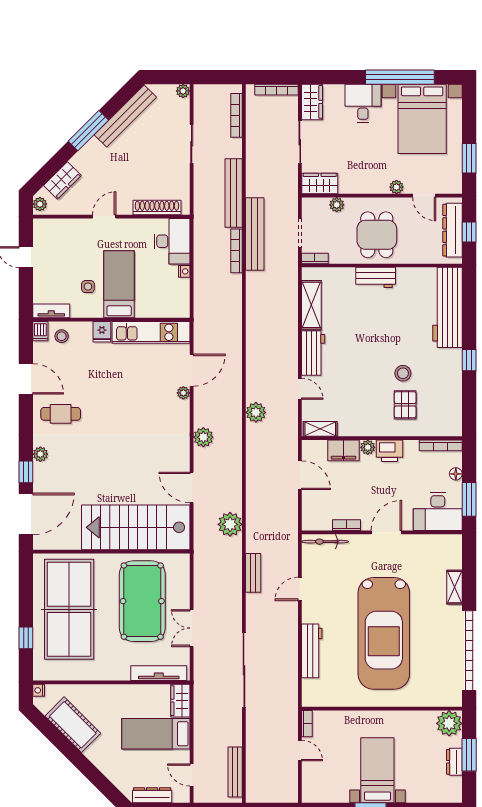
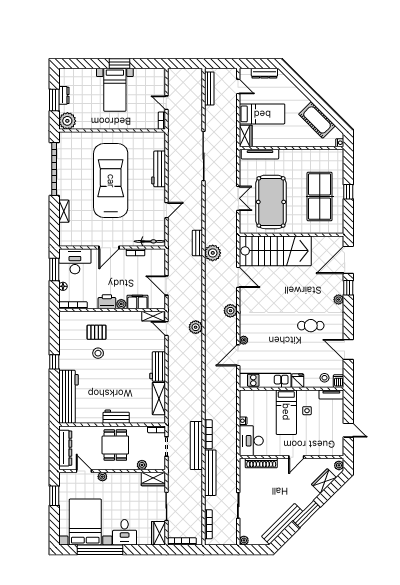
window: (469, 232) -> (54, 447), removed
door: (300, 389) -> (166, 328), moved
pallet: (405, 405) -> (97, 332), turned 90
cafe table: (61, 414) -> (311, 326), moved
bench: (253, 573) -> (197, 243), moved
table tennis table: (69, 609) -> (320, 197), width x0.73, depth x0.76
double door: (192, 628) -> (238, 198), moved
window: (26, 638) -> (348, 192), moved

